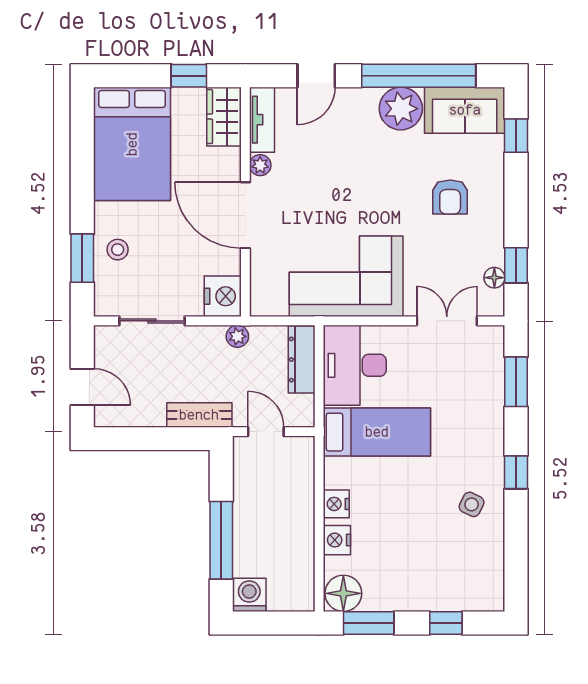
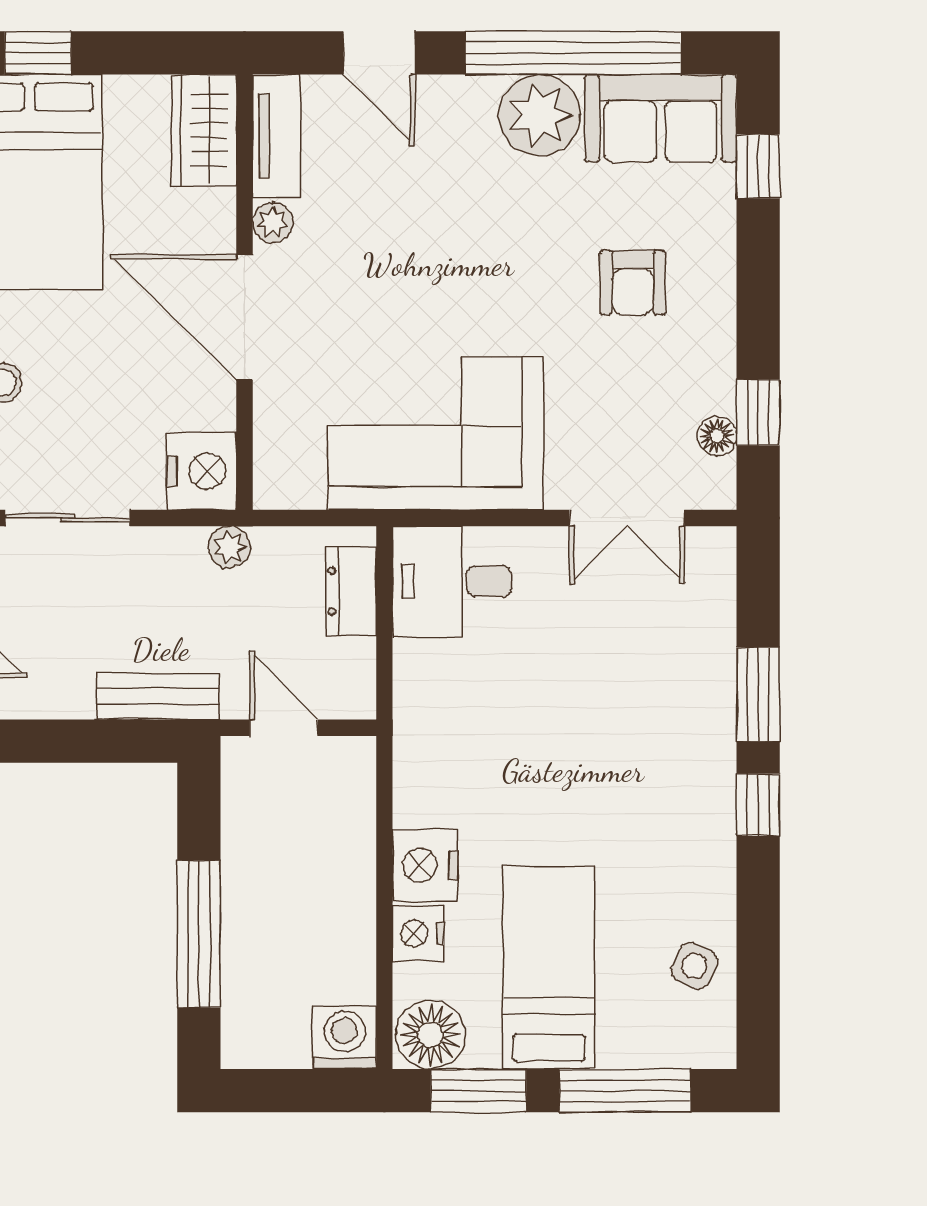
window: (189, 76) -> (38, 53), moved
door: (316, 76) -> (379, 53), hinge flipped
double door: (447, 321) -> (627, 518), swing flipped
dresser: (302, 360) -> (351, 591), width x0.70
desk: (355, 365) -> (452, 581), width x0.73
window: (516, 382) -> (758, 694), moved
bed: (377, 432) -> (549, 968), moved, turned -90
nightstand: (336, 504) -> (425, 865), width x1.36, depth x1.33
side table: (472, 504) -> (694, 966), moved
washing machine: (249, 595) -> (345, 1038), moved
window: (446, 623) -> (625, 1091), width x2.17

